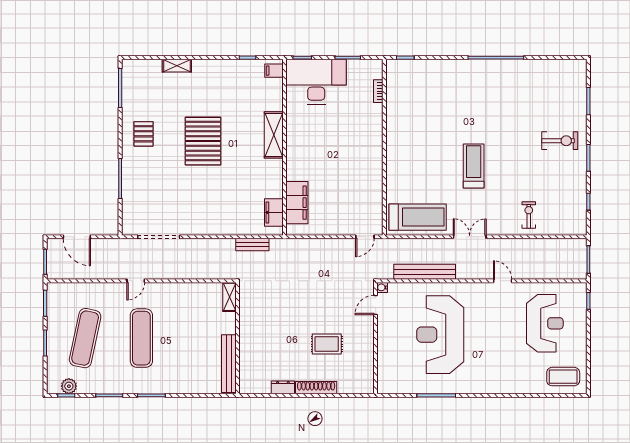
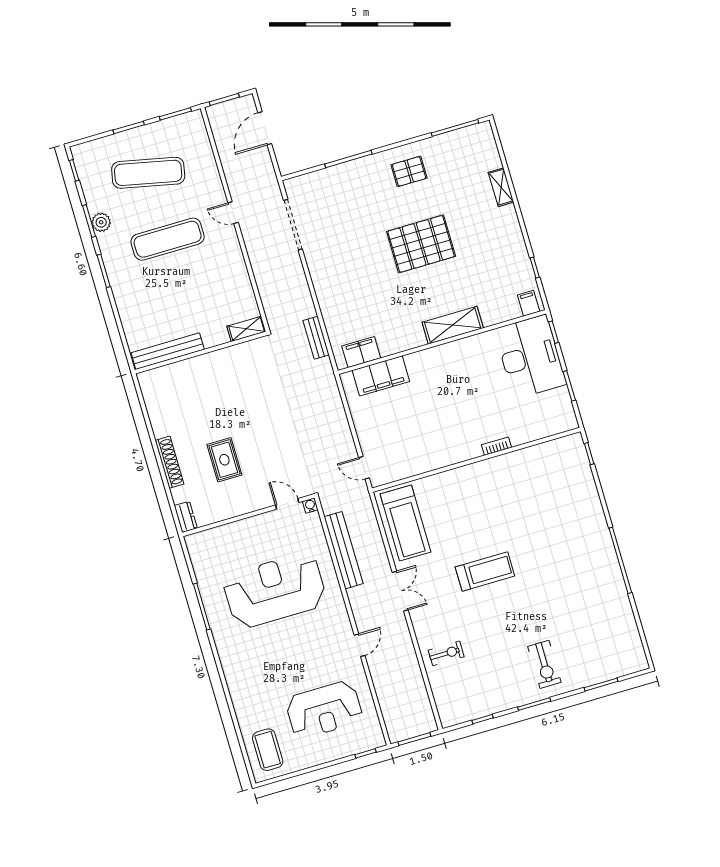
bookcase: (378, 91) -> (497, 446), moved
plant: (69, 386) -> (101, 222), moved
dresser: (283, 387) -> (186, 517), moved

